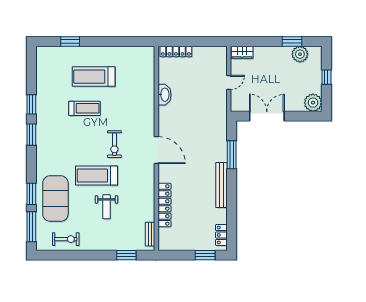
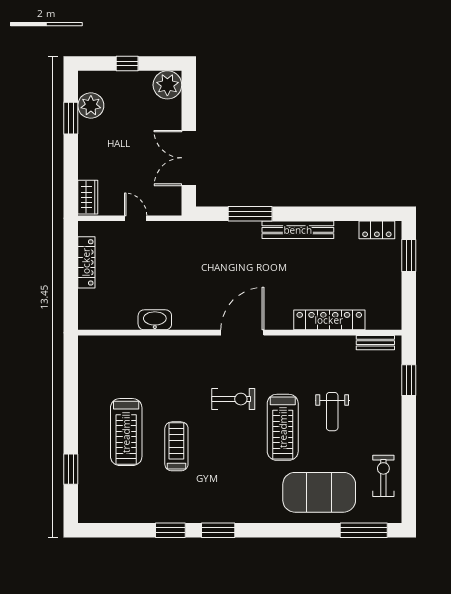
locker: (176, 51) -> (86, 262), moved
window: (31, 194) -> (312, 530), removed
weight bench: (106, 207) -> (332, 412), turned 90

